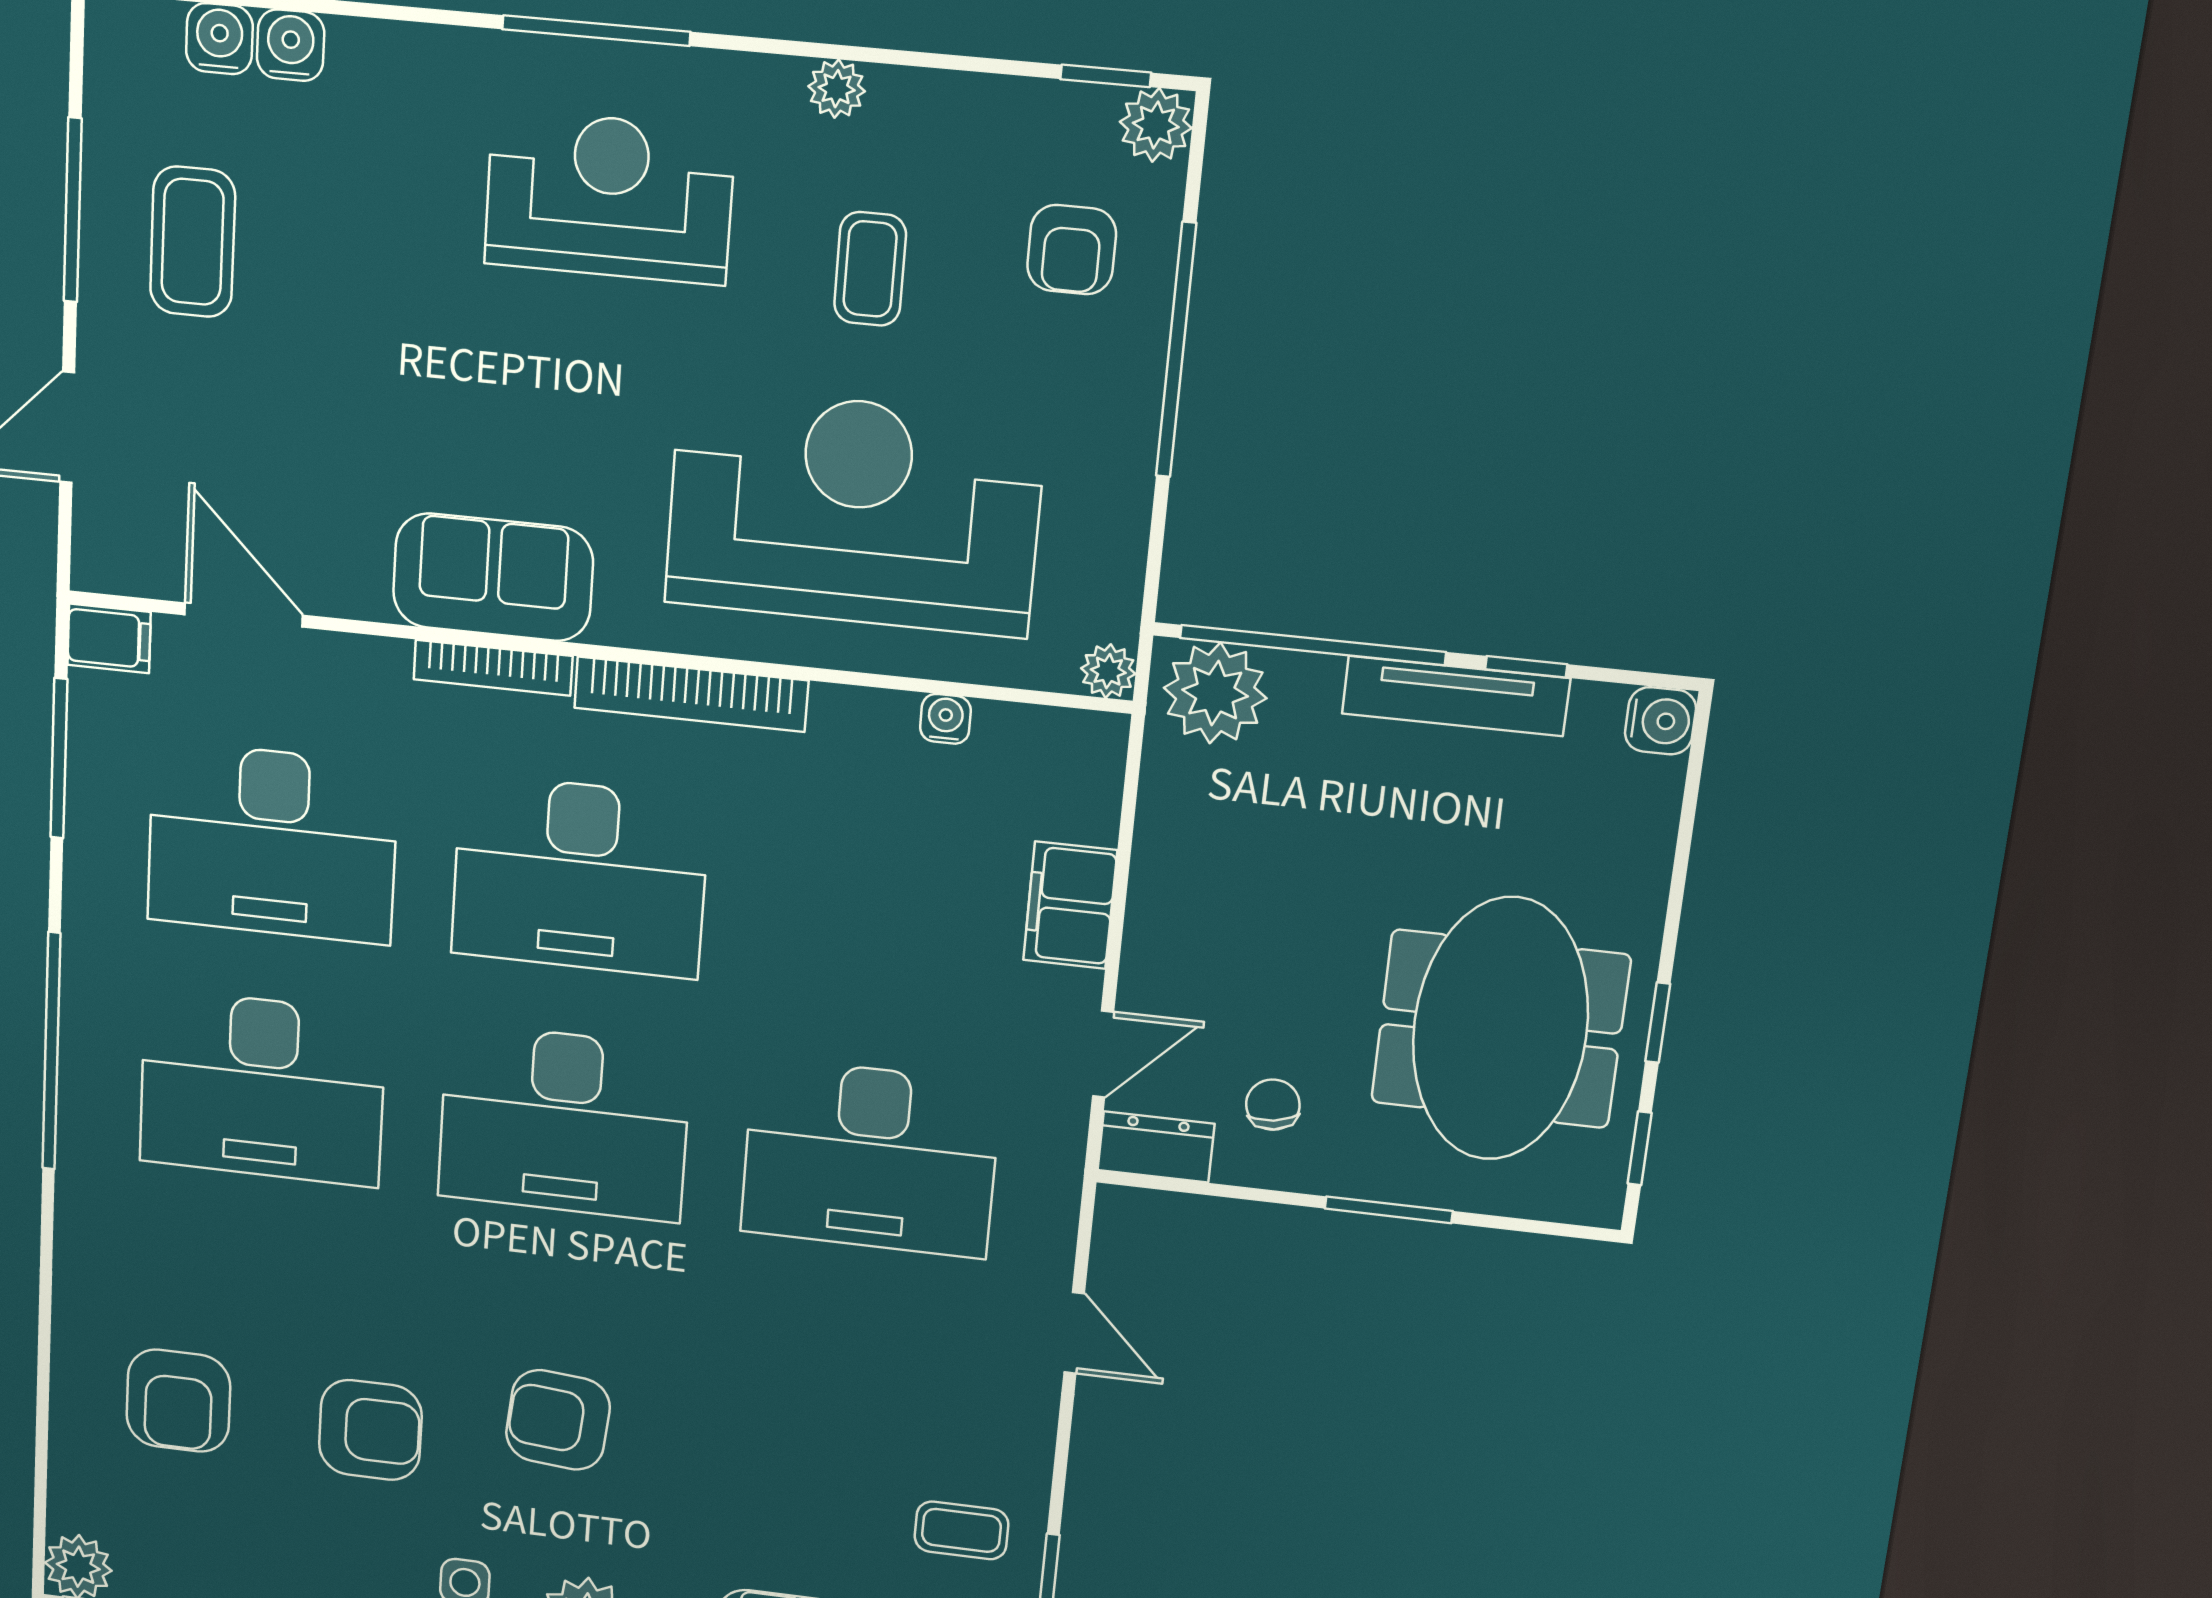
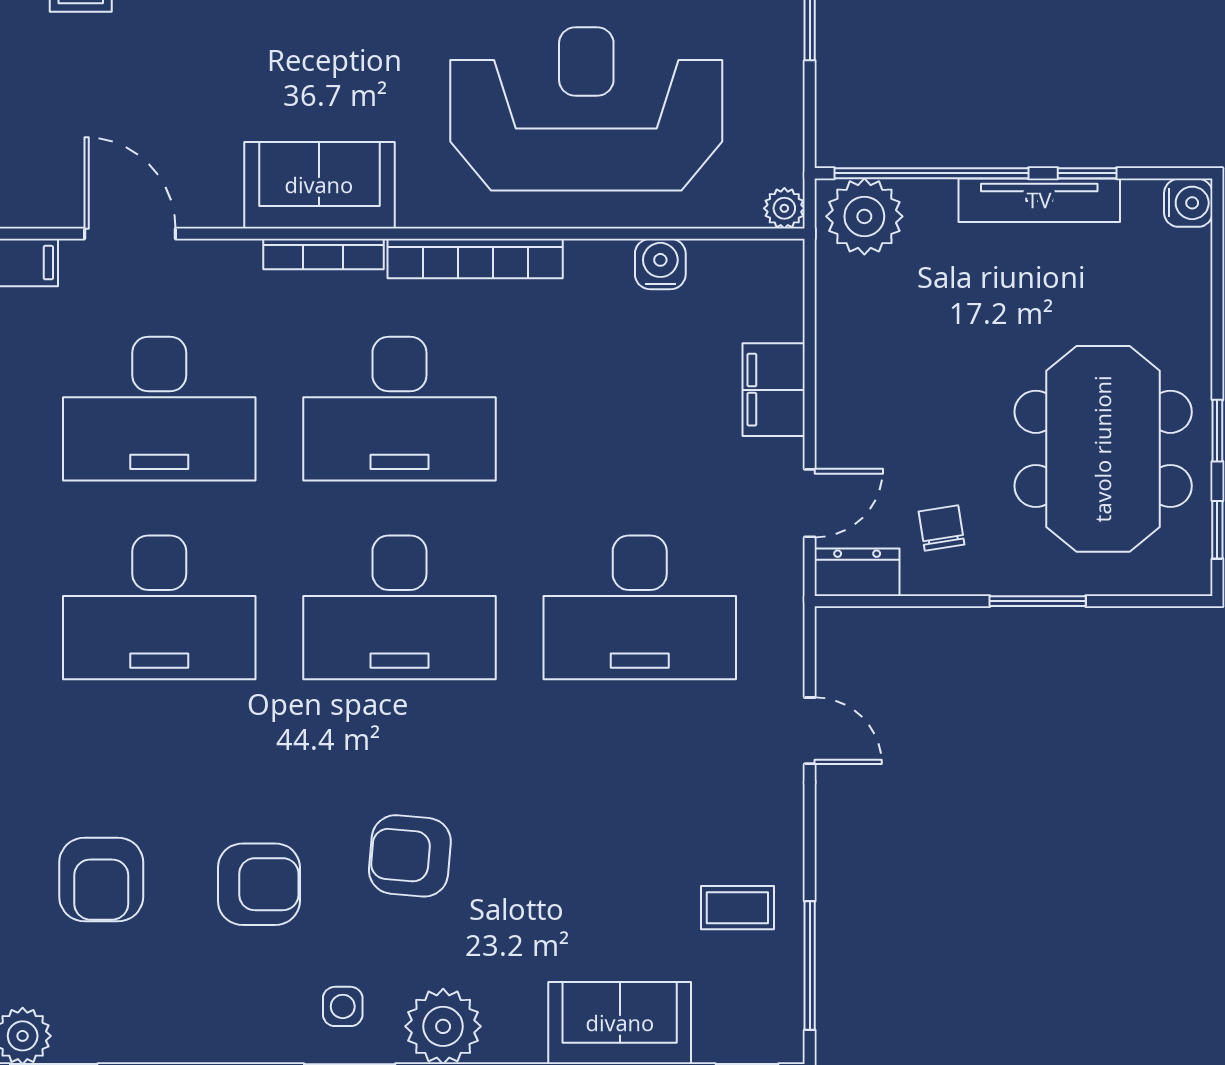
water cooler: (945, 719) -> (660, 264), width x1.38, depth x1.38

